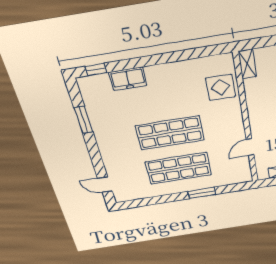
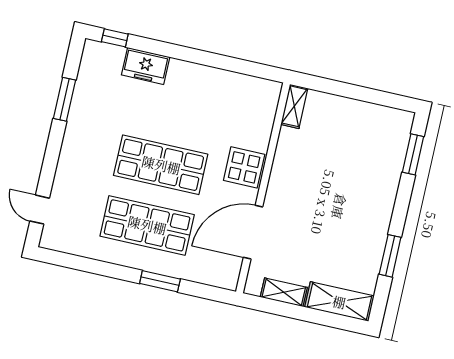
display table: (221, 87) -> (244, 167), moved
door: (250, 147) -> (253, 232), width x1.87

